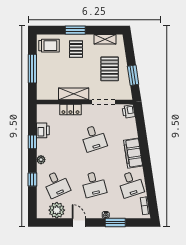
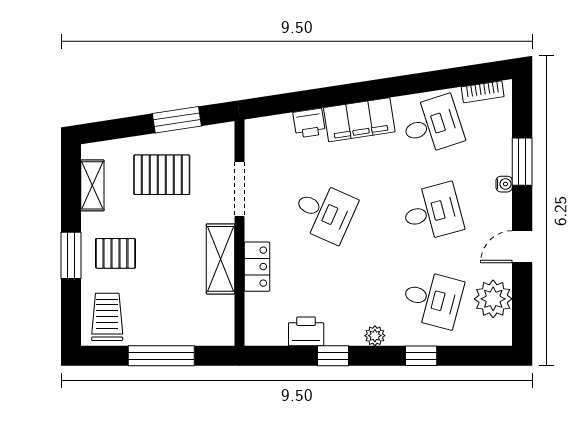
printer: (129, 111) -> (309, 123), moved
desk: (94, 138) -> (324, 212), turned 42
desk: (57, 184) -> (432, 299), turned 39

